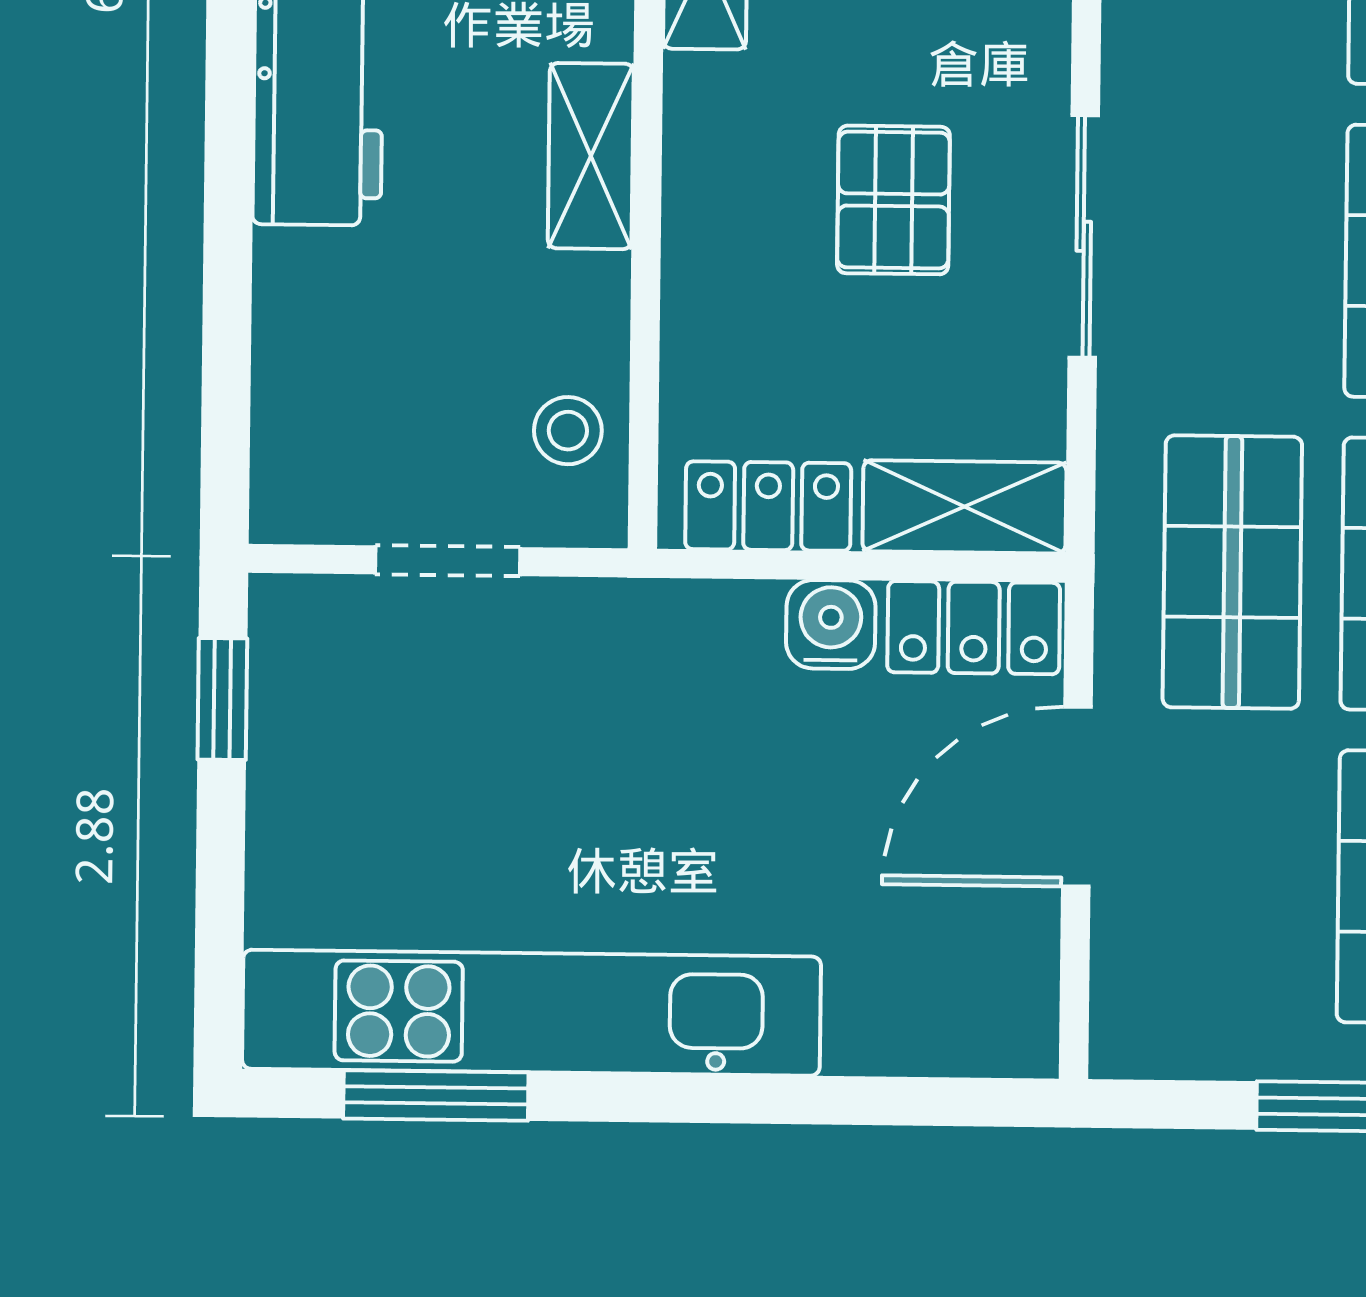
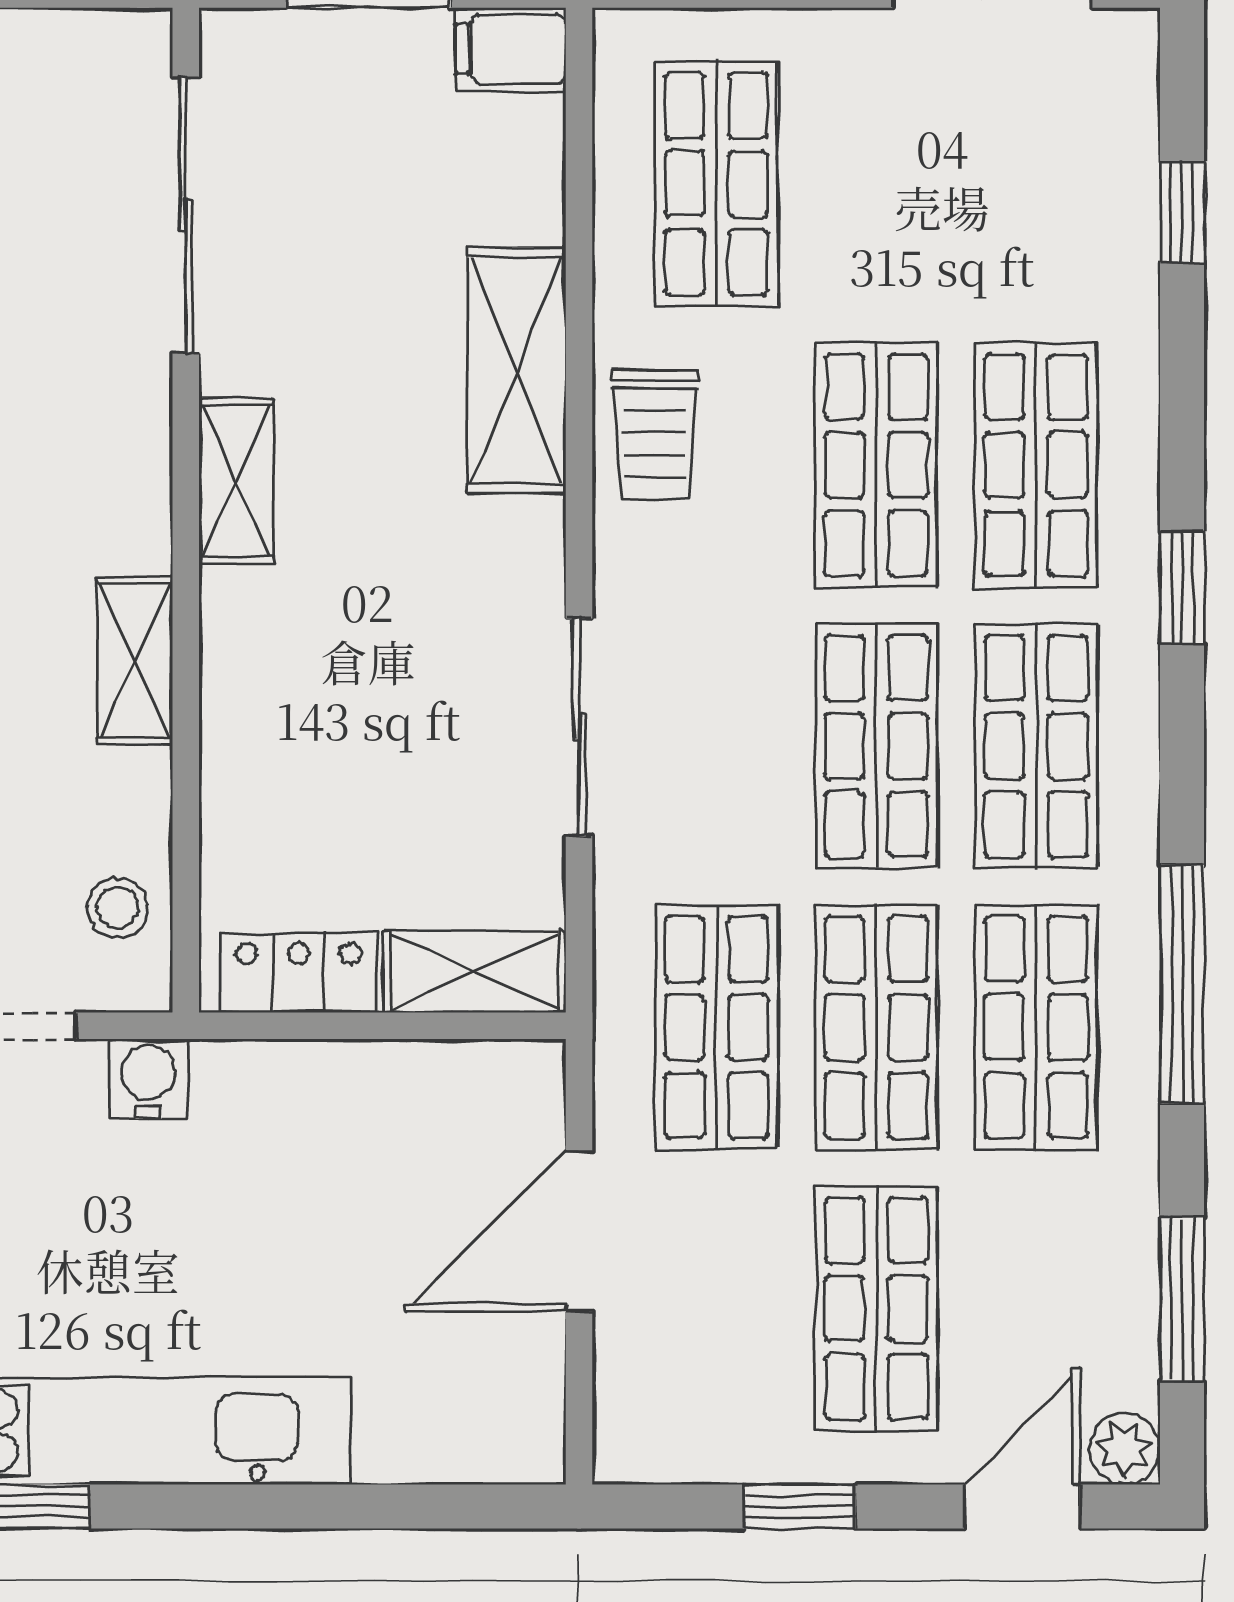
pallet: (893, 200) -> (408, 697), removed
water cooler: (831, 624) -> (149, 1079), moved
locker: (974, 628) -> (484, 1080), removed

